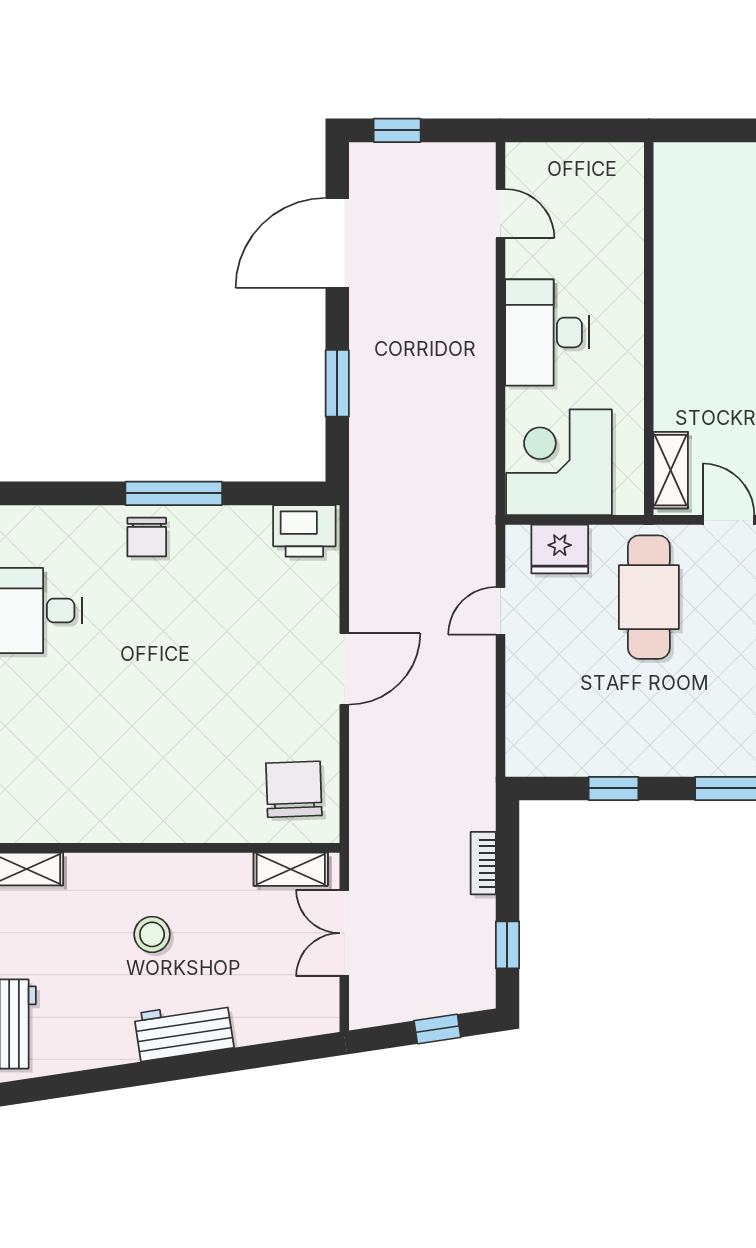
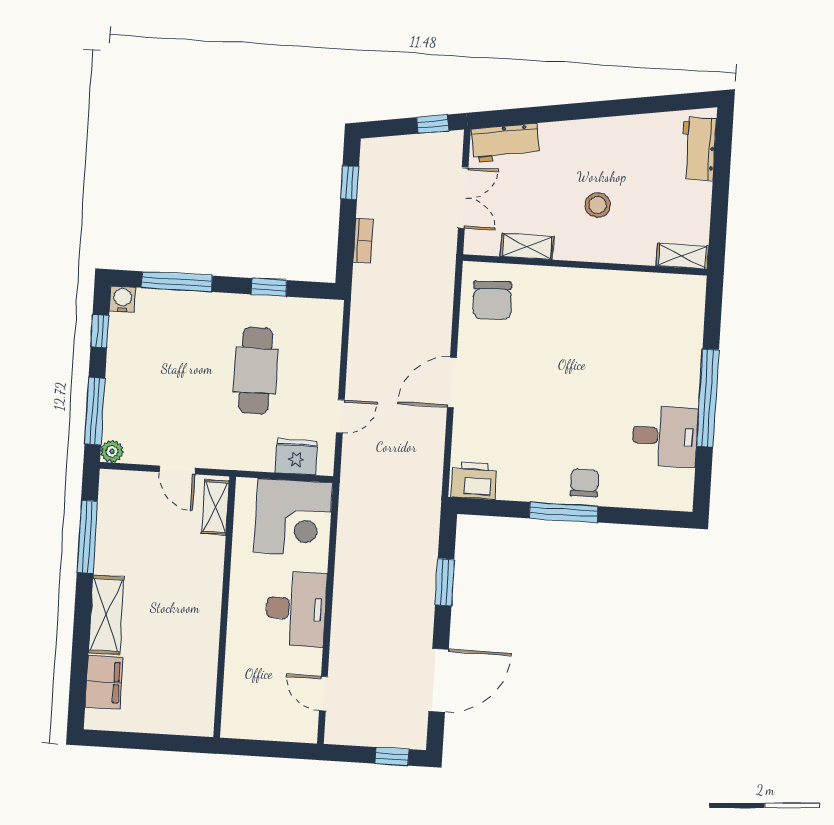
cafe table: (649, 597) -> (256, 371), moved
shelving: (291, 869) -> (527, 246), moved
window: (437, 1029) -> (433, 124), moved
workbench: (184, 1031) -> (505, 143), moved

